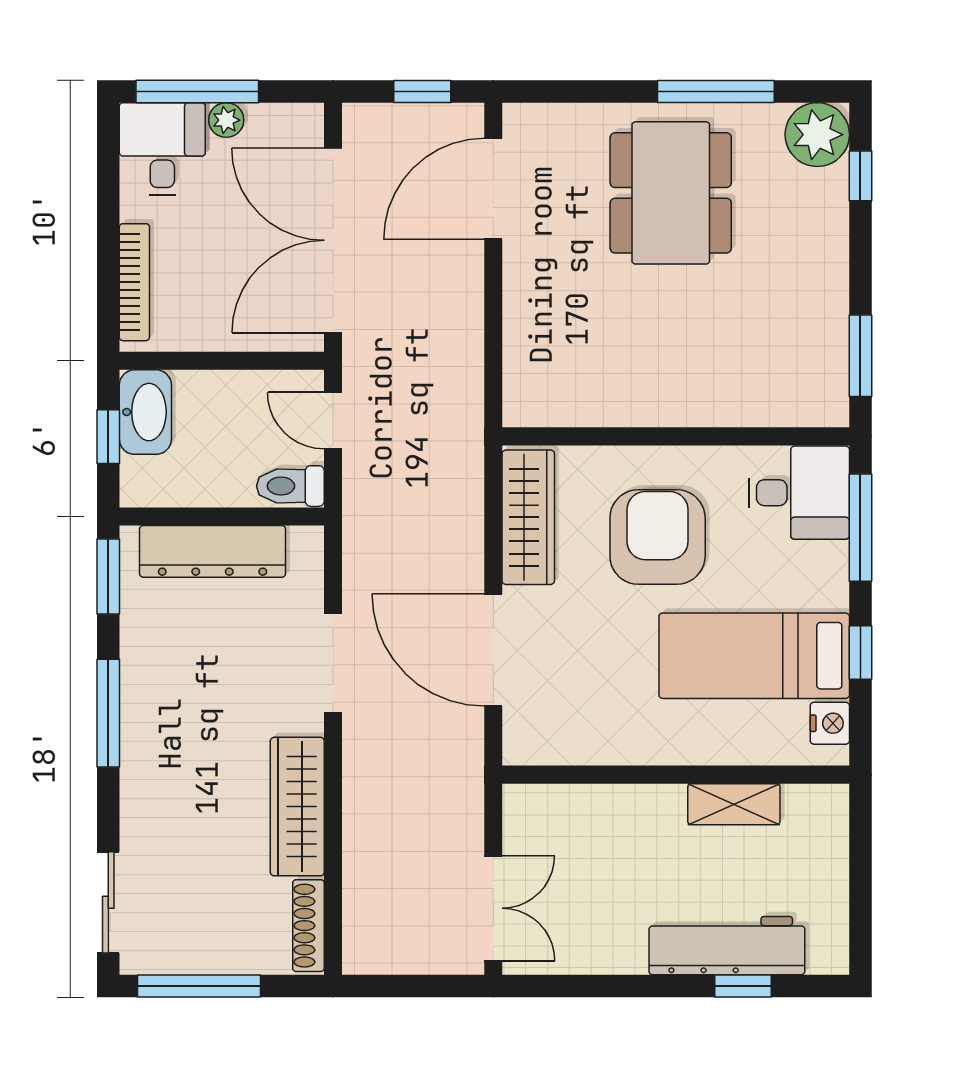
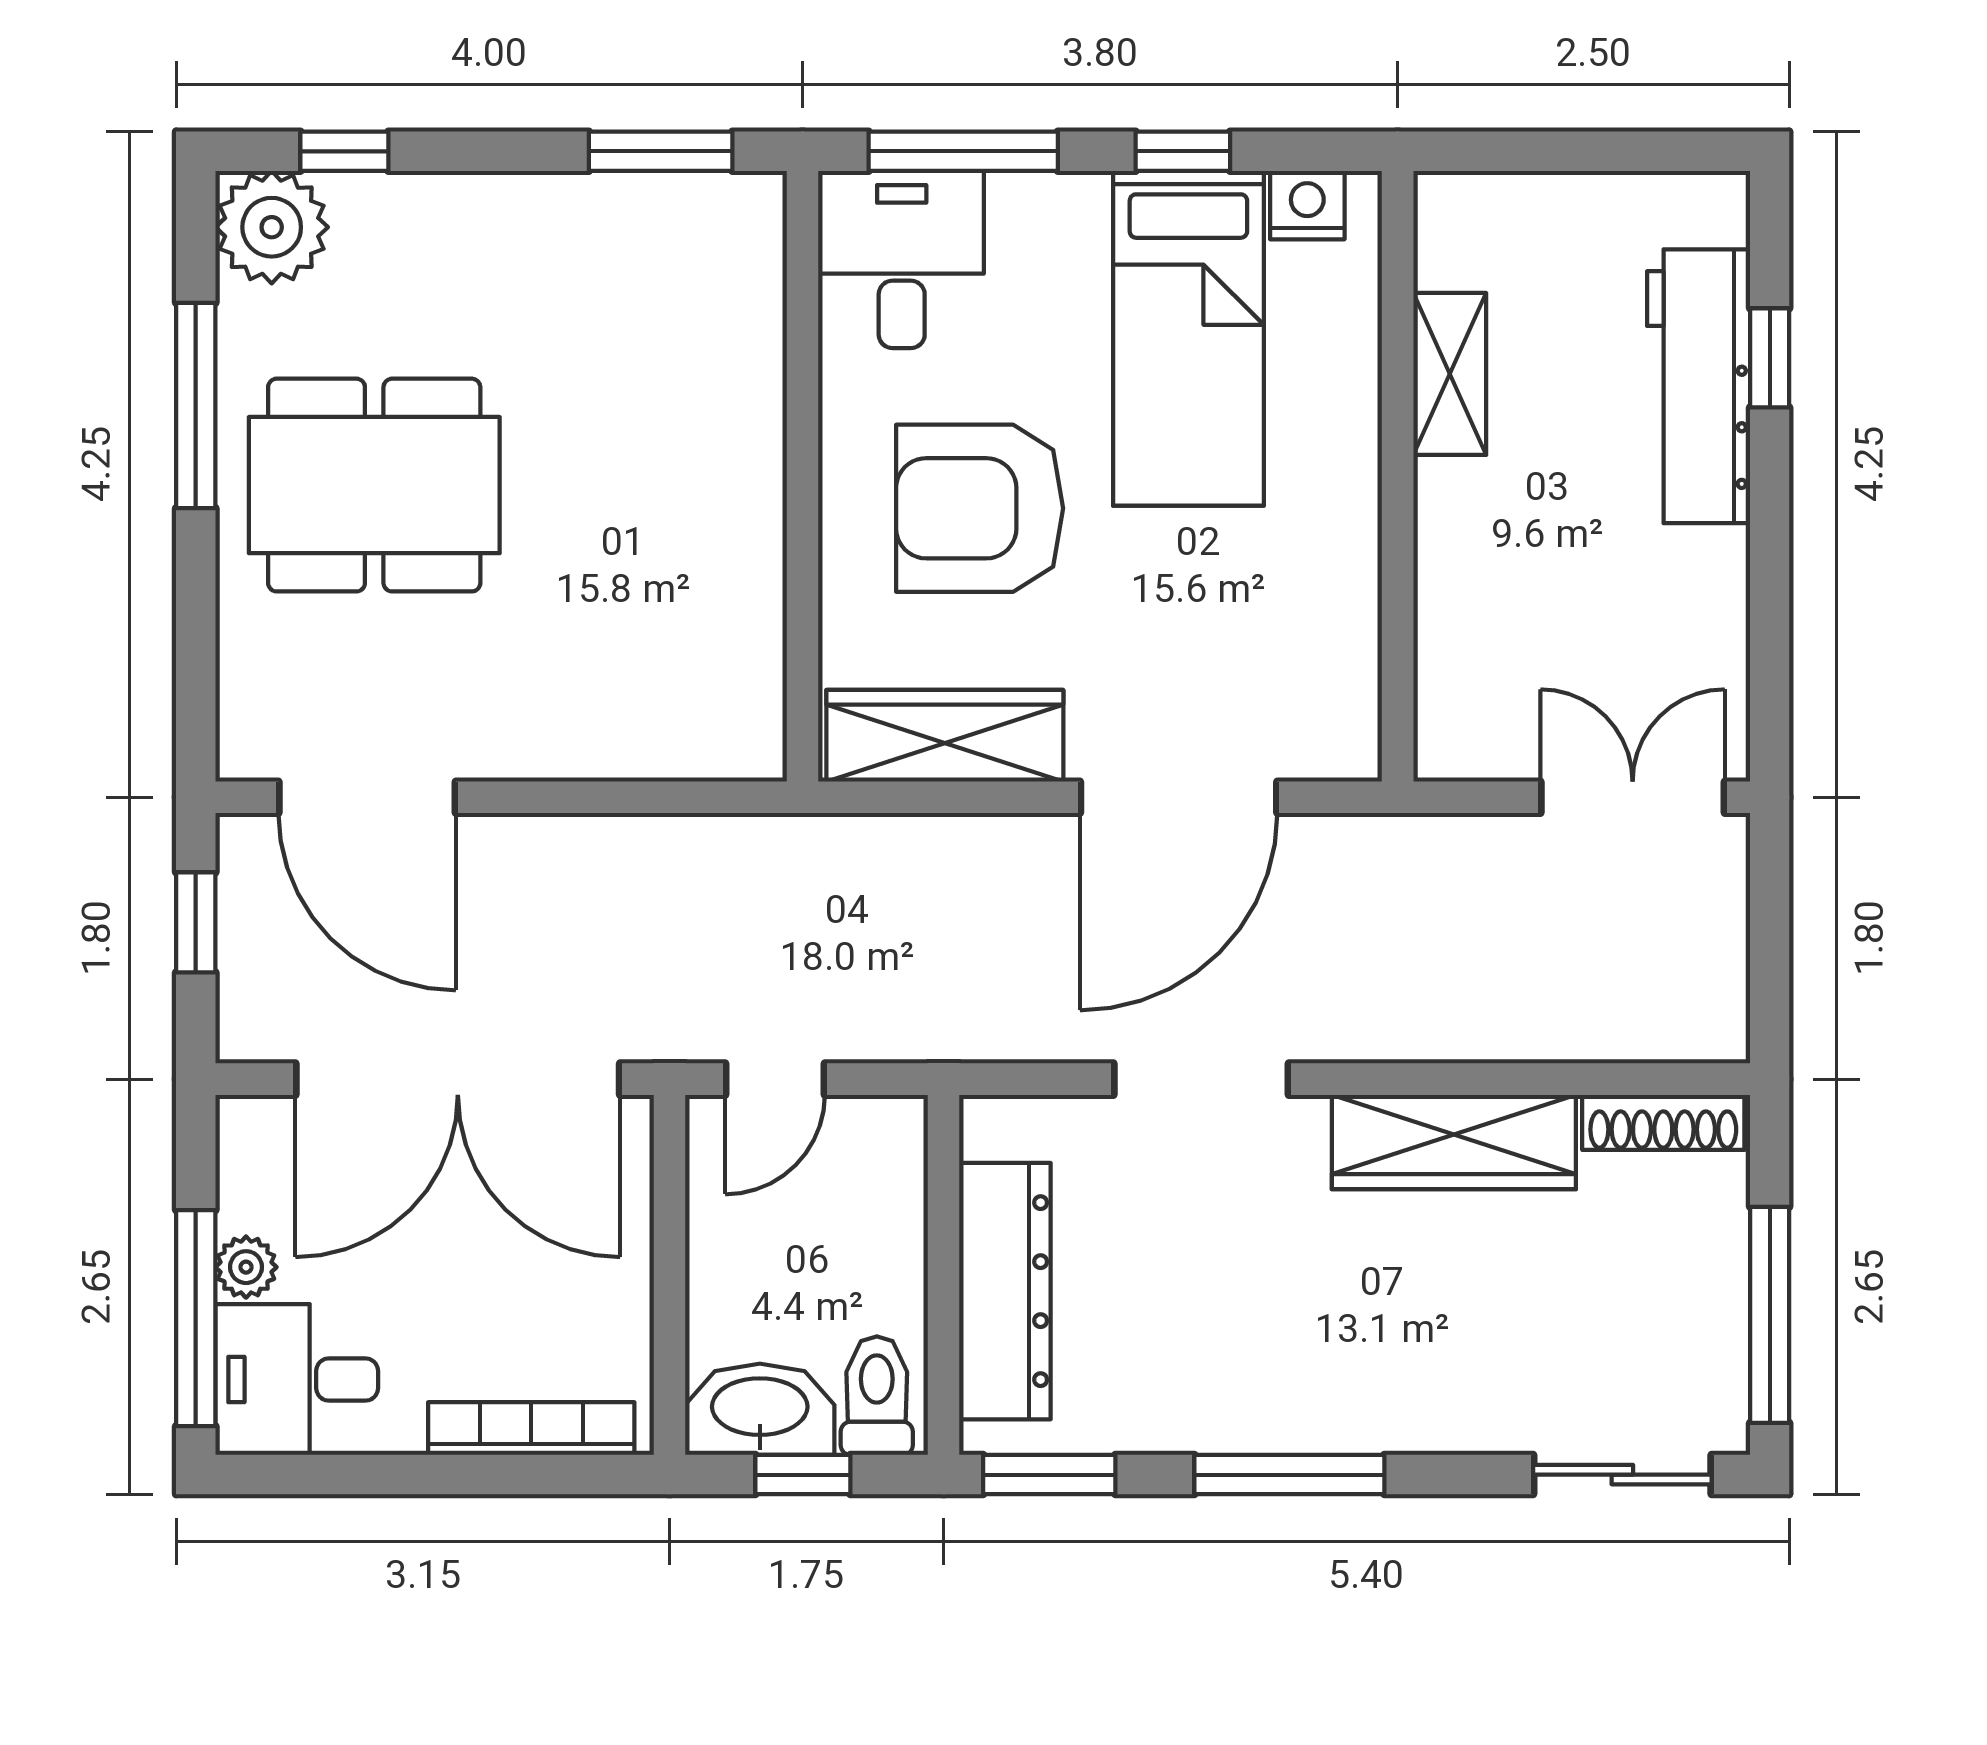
toilet: (290, 486) -> (877, 1396), moved, turned 180

